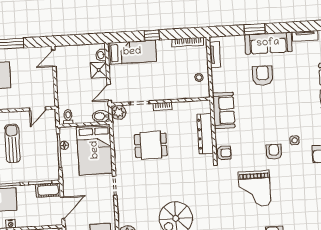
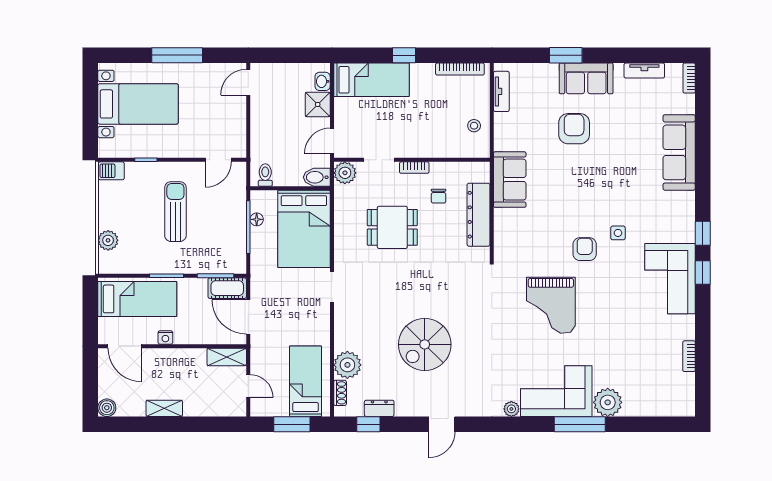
sofa: (268, 43) -> (586, 78), width x0.73
chair: (179, 124) -> (439, 196), added
armchair: (224, 153) -> (506, 246), removed
door: (63, 208) -> (248, 317), swing flipped

